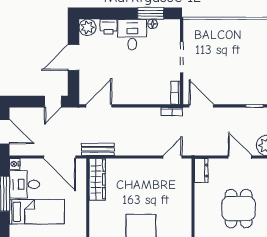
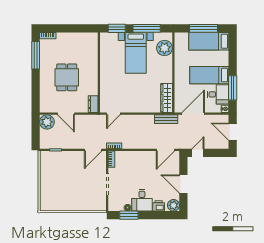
door: (74, 58) -> (183, 184), swing flipped
door: (201, 106) -> (93, 150), hinge flipped
door: (60, 157) -> (193, 114), hinge flipped

